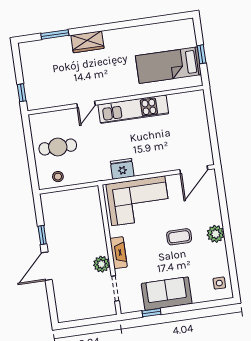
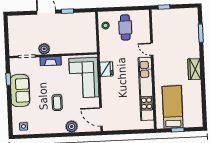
wardrobe: (87, 42) -> (194, 69), moved
kitchen unit: (133, 109) -> (146, 89), width x1.36
plant: (216, 234) -> (72, 127), moved

